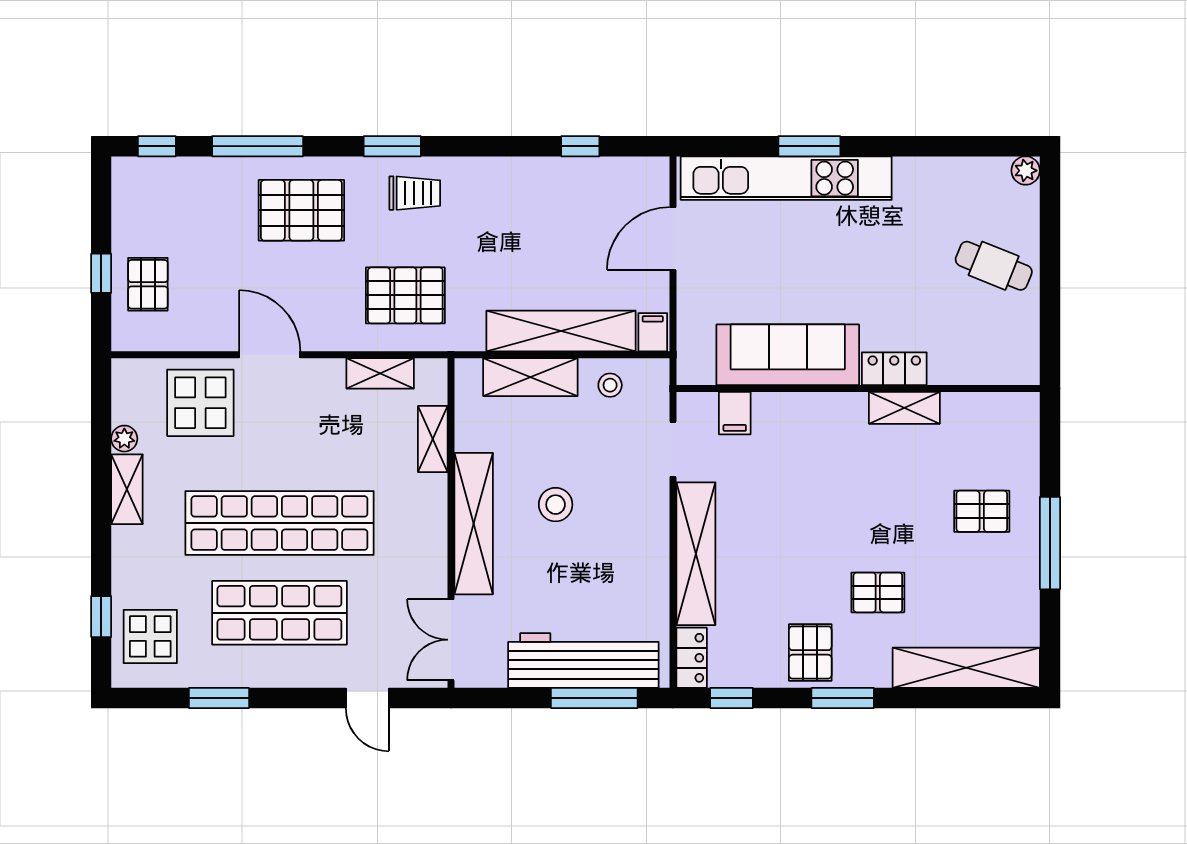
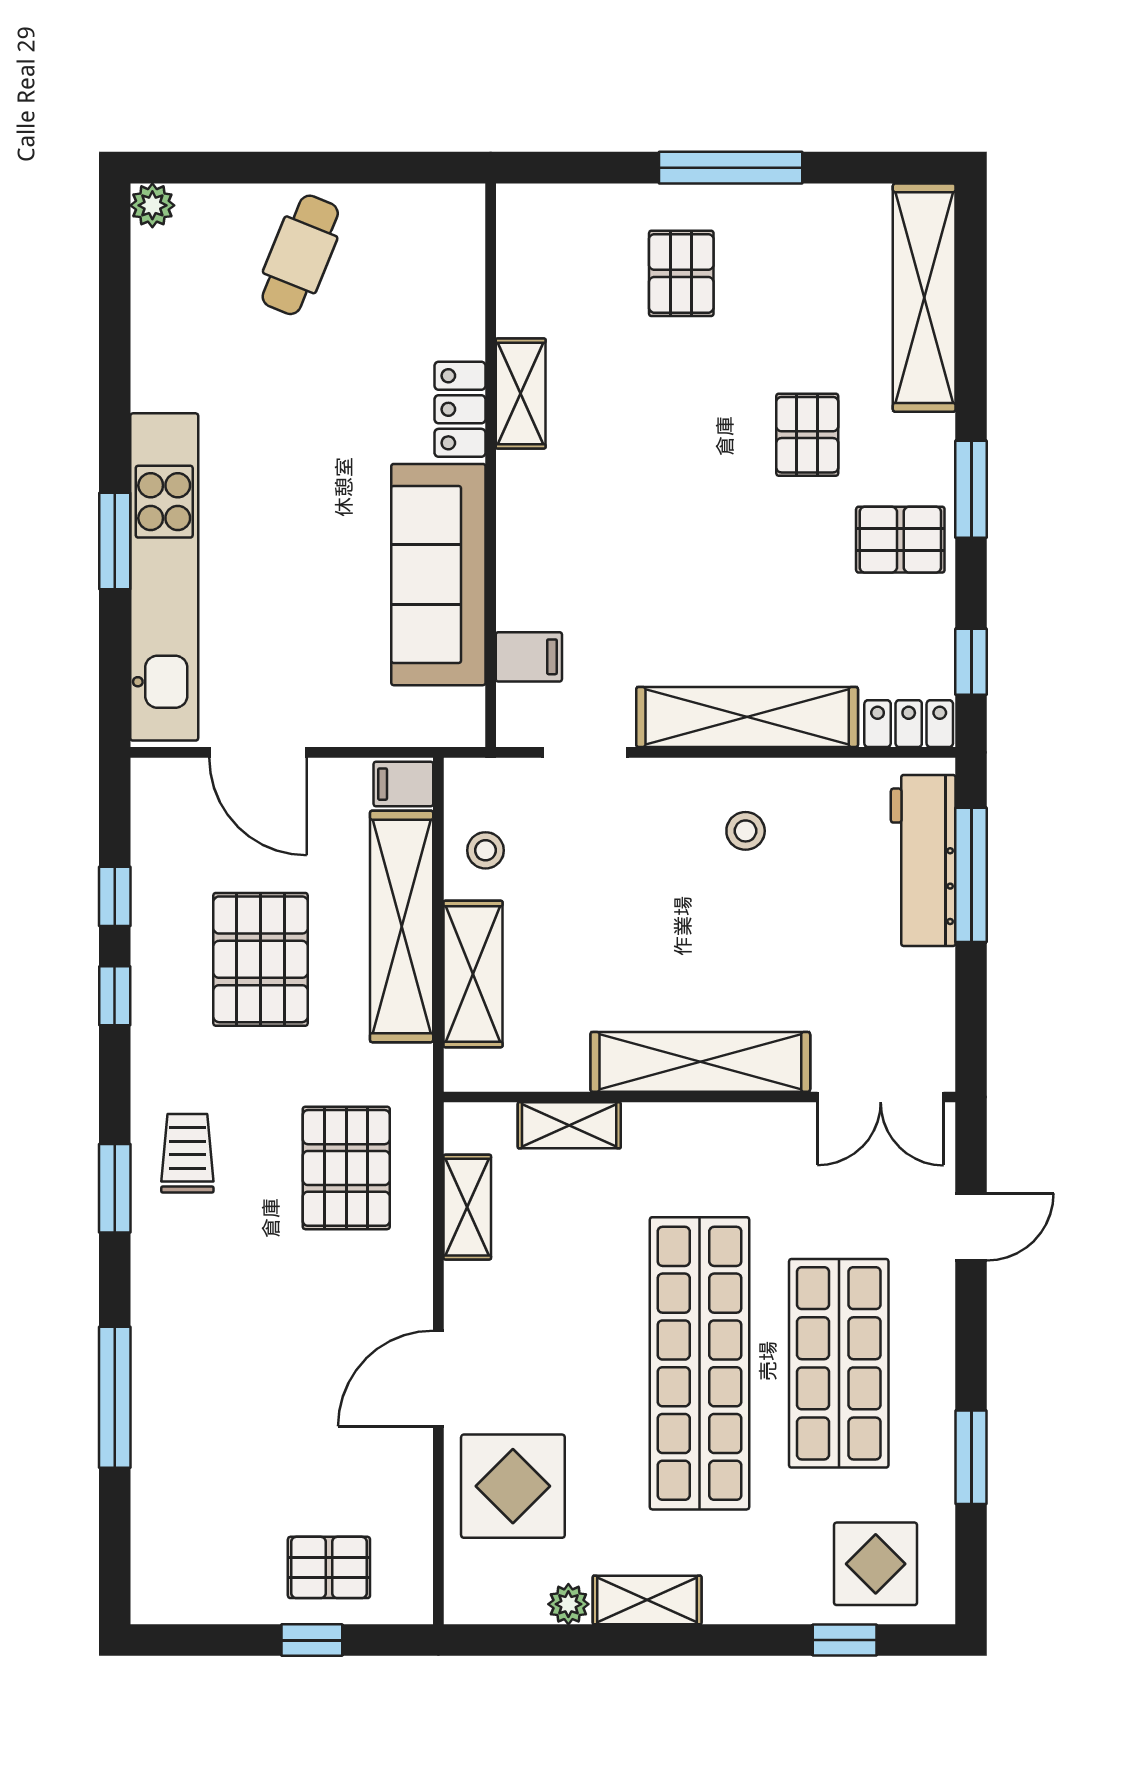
window: (157, 146) -> (115, 996), moved
pallet: (301, 210) -> (261, 959), moved
stool: (556, 505) -> (746, 831), moved, width x0.73, depth x0.73
workbench: (583, 660) -> (923, 860), width x0.73, depth x0.76

